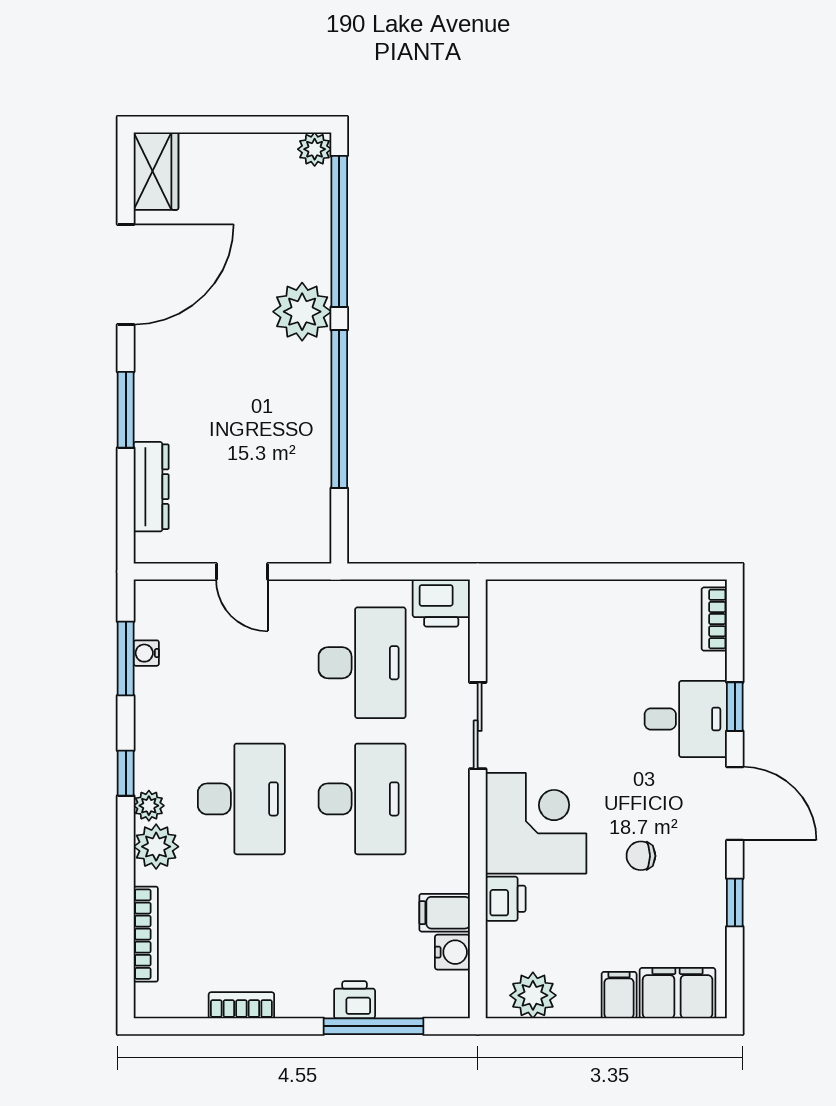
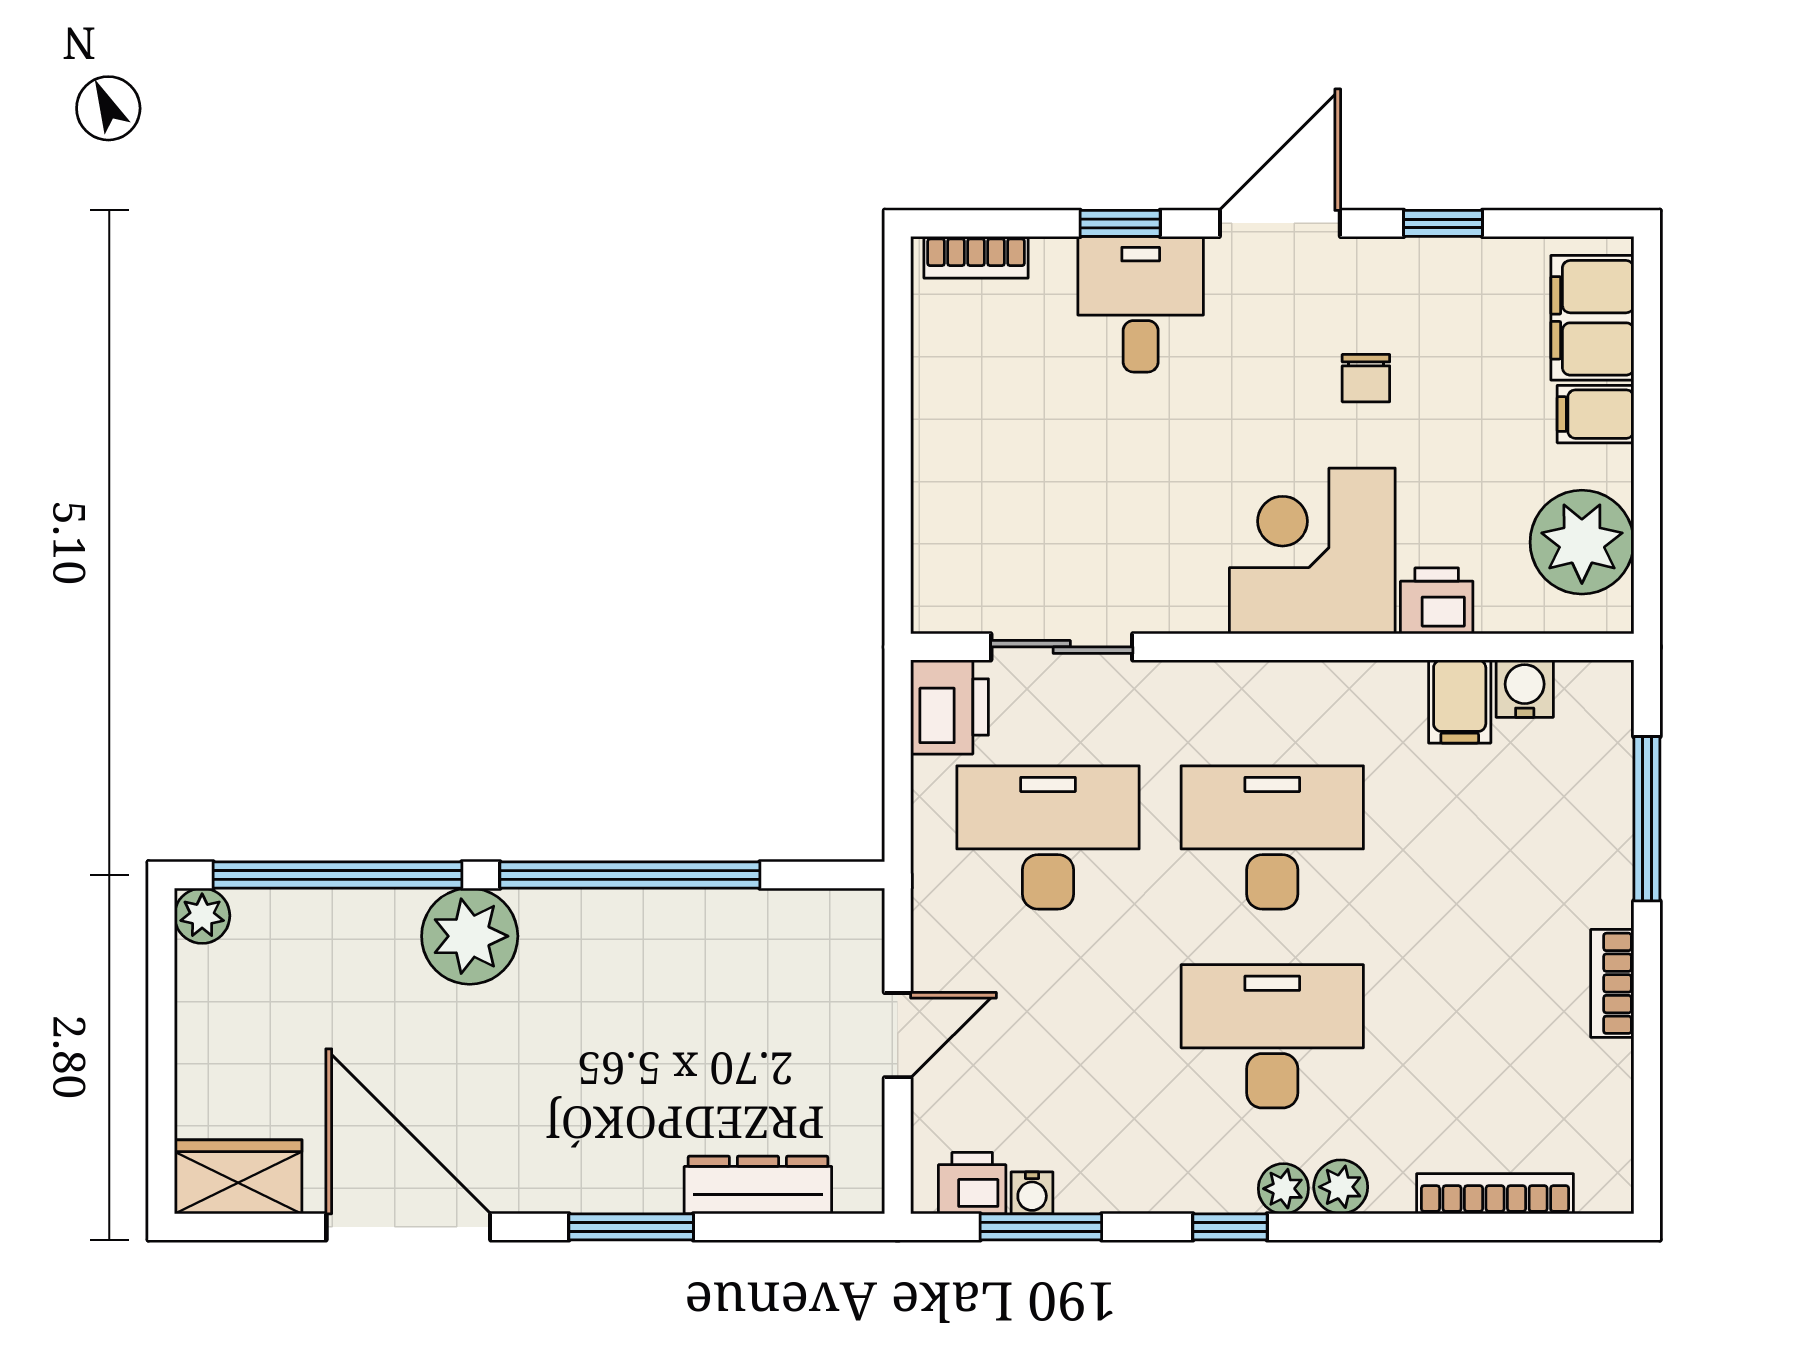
sliding door: (478, 726) -> (1062, 647), moved
plant: (156, 847) -> (1341, 1187), width x0.73, depth x0.73
plant: (533, 995) -> (1582, 542), width x1.36, depth x1.36
printer: (355, 1000) -> (972, 1183), moved, turned 90
bookcase: (241, 1005) -> (1612, 983), moved

